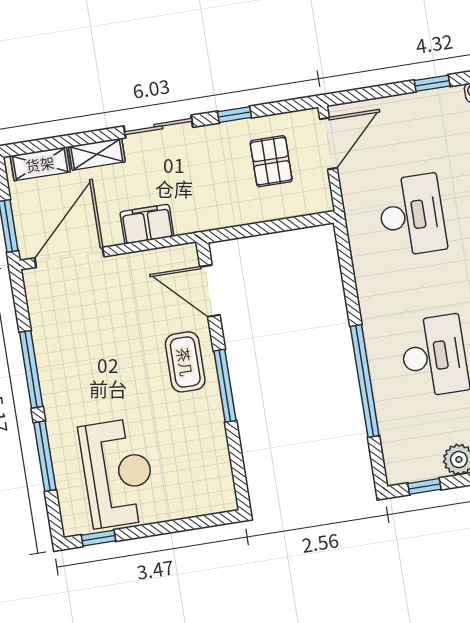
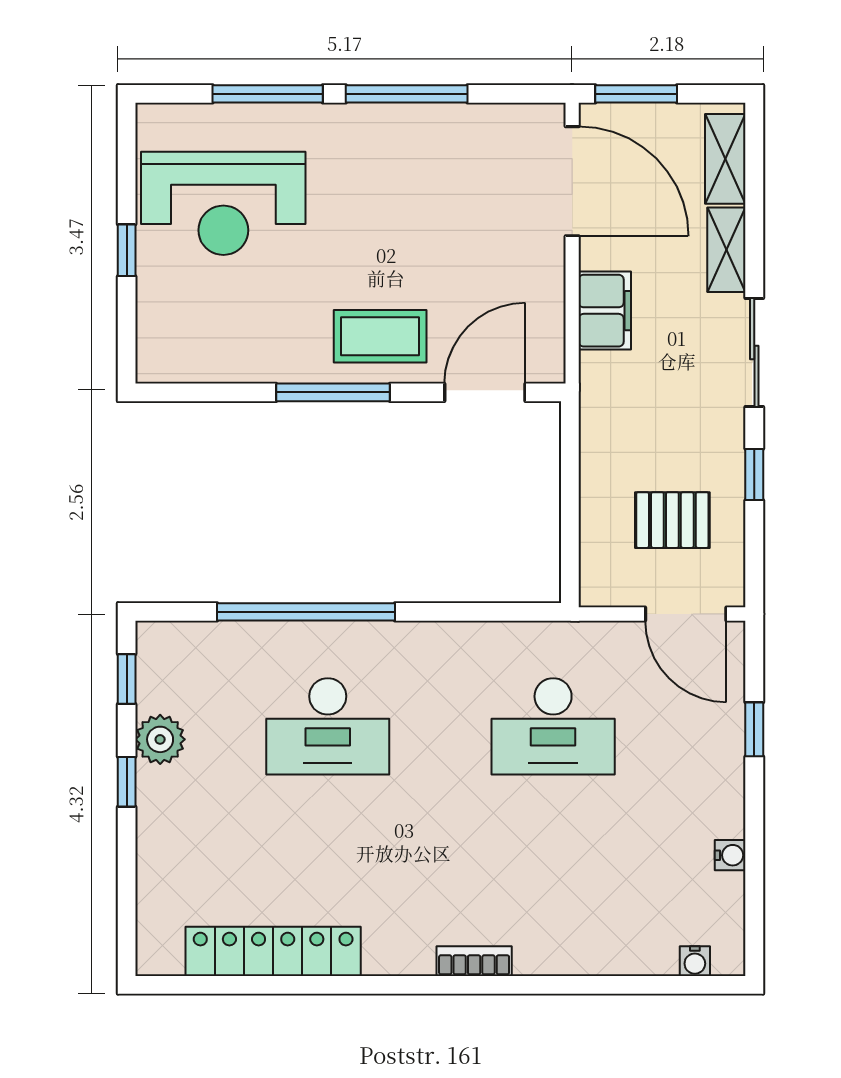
window: (432, 83) -> (754, 729), moved
window: (98, 538) -> (127, 250), moved

